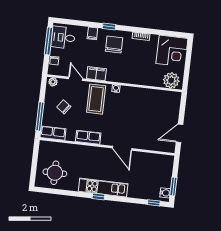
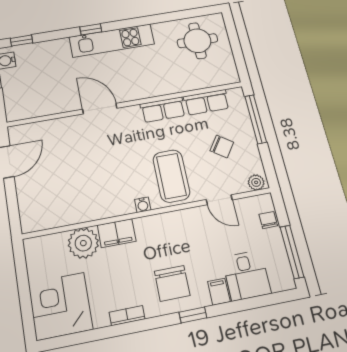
desk: (63, 38) -> (246, 275), moved, turned 90
filing cabinet: (96, 74) -> (117, 233), moved
plant: (171, 80) -> (83, 243), moved
row of seats: (53, 133) -> (206, 102), moved
window: (98, 196) -> (91, 29), moved

